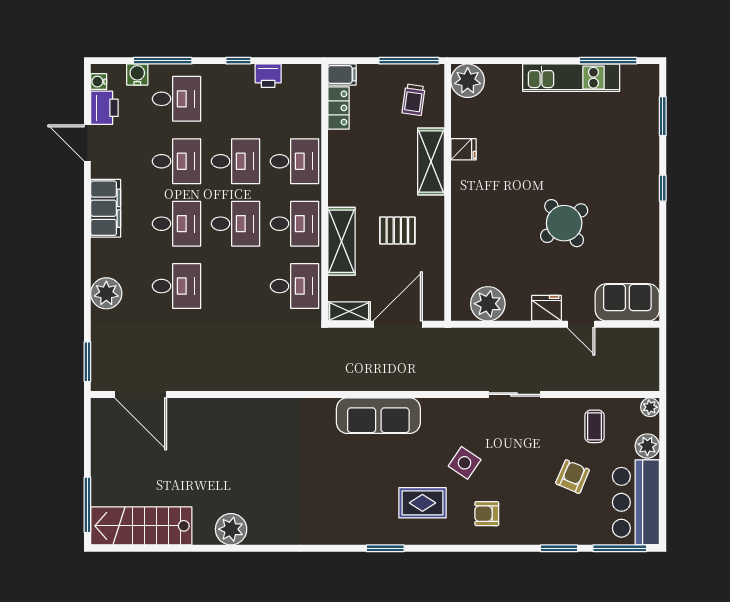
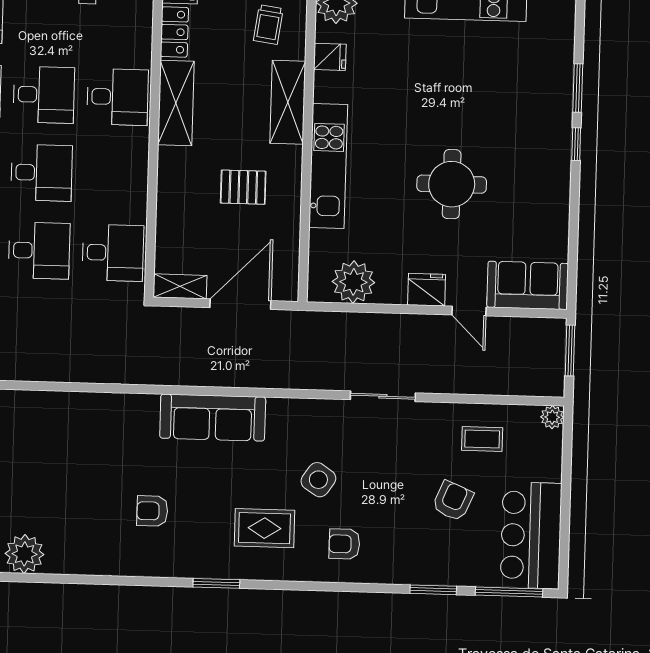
window: (663, 116) -> (578, 88), moved
fridge: (464, 149) -> (330, 57), moved
kitchen unit: (465, 212) -> (328, 166), added
round table: (564, 223) -> (452, 184), turned 37
desk: (295, 224) -> (39, 251), moved
shelving: (341, 241) -> (176, 103), moved
window: (663, 353) -> (570, 351), added
coffee table: (595, 426) -> (482, 439), turned 90
plant: (647, 446) -> (547, 466), removed
armchair: (332, 492) -> (152, 511), added

